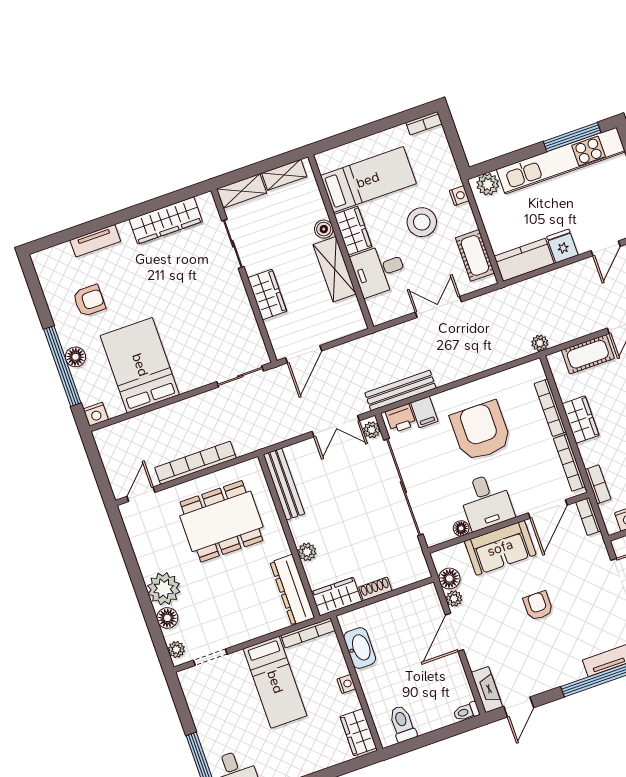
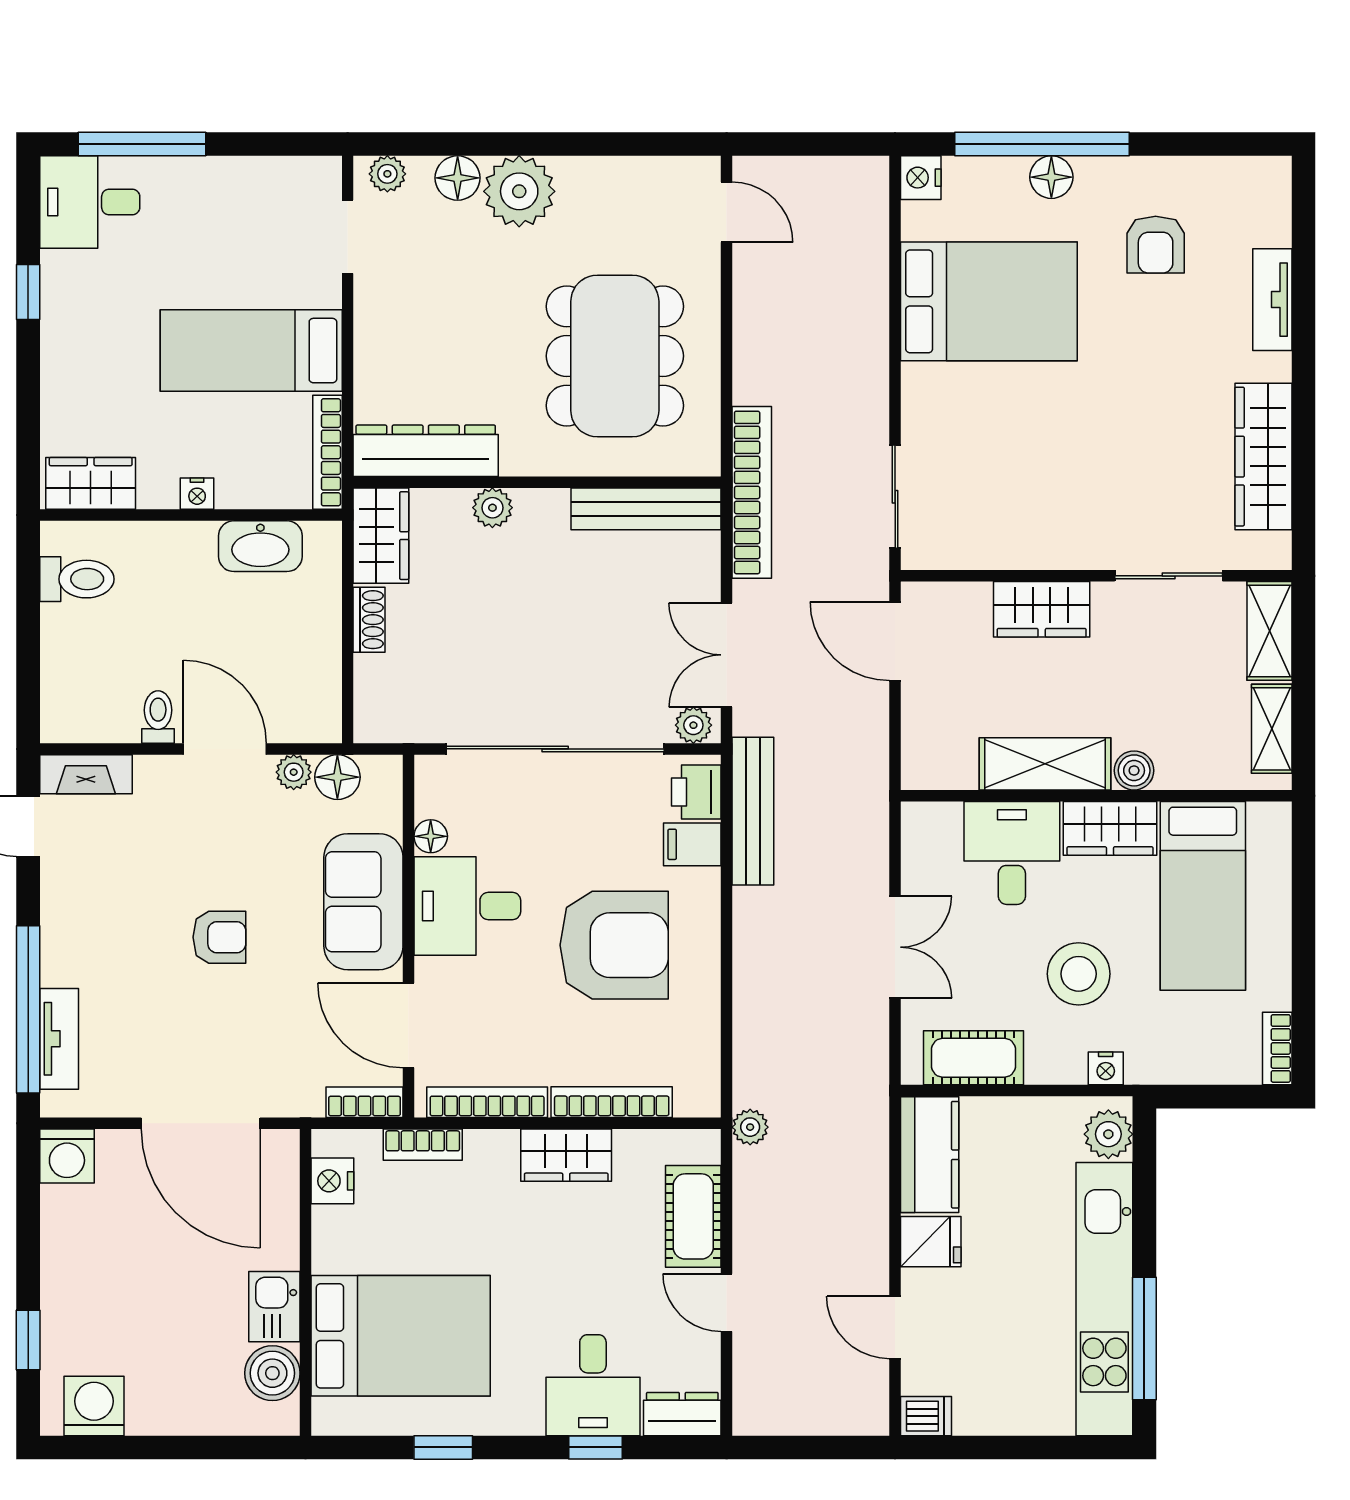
bookcase: (195, 463) -> (752, 492), moved
toilet: (466, 712) -> (158, 717), moved

